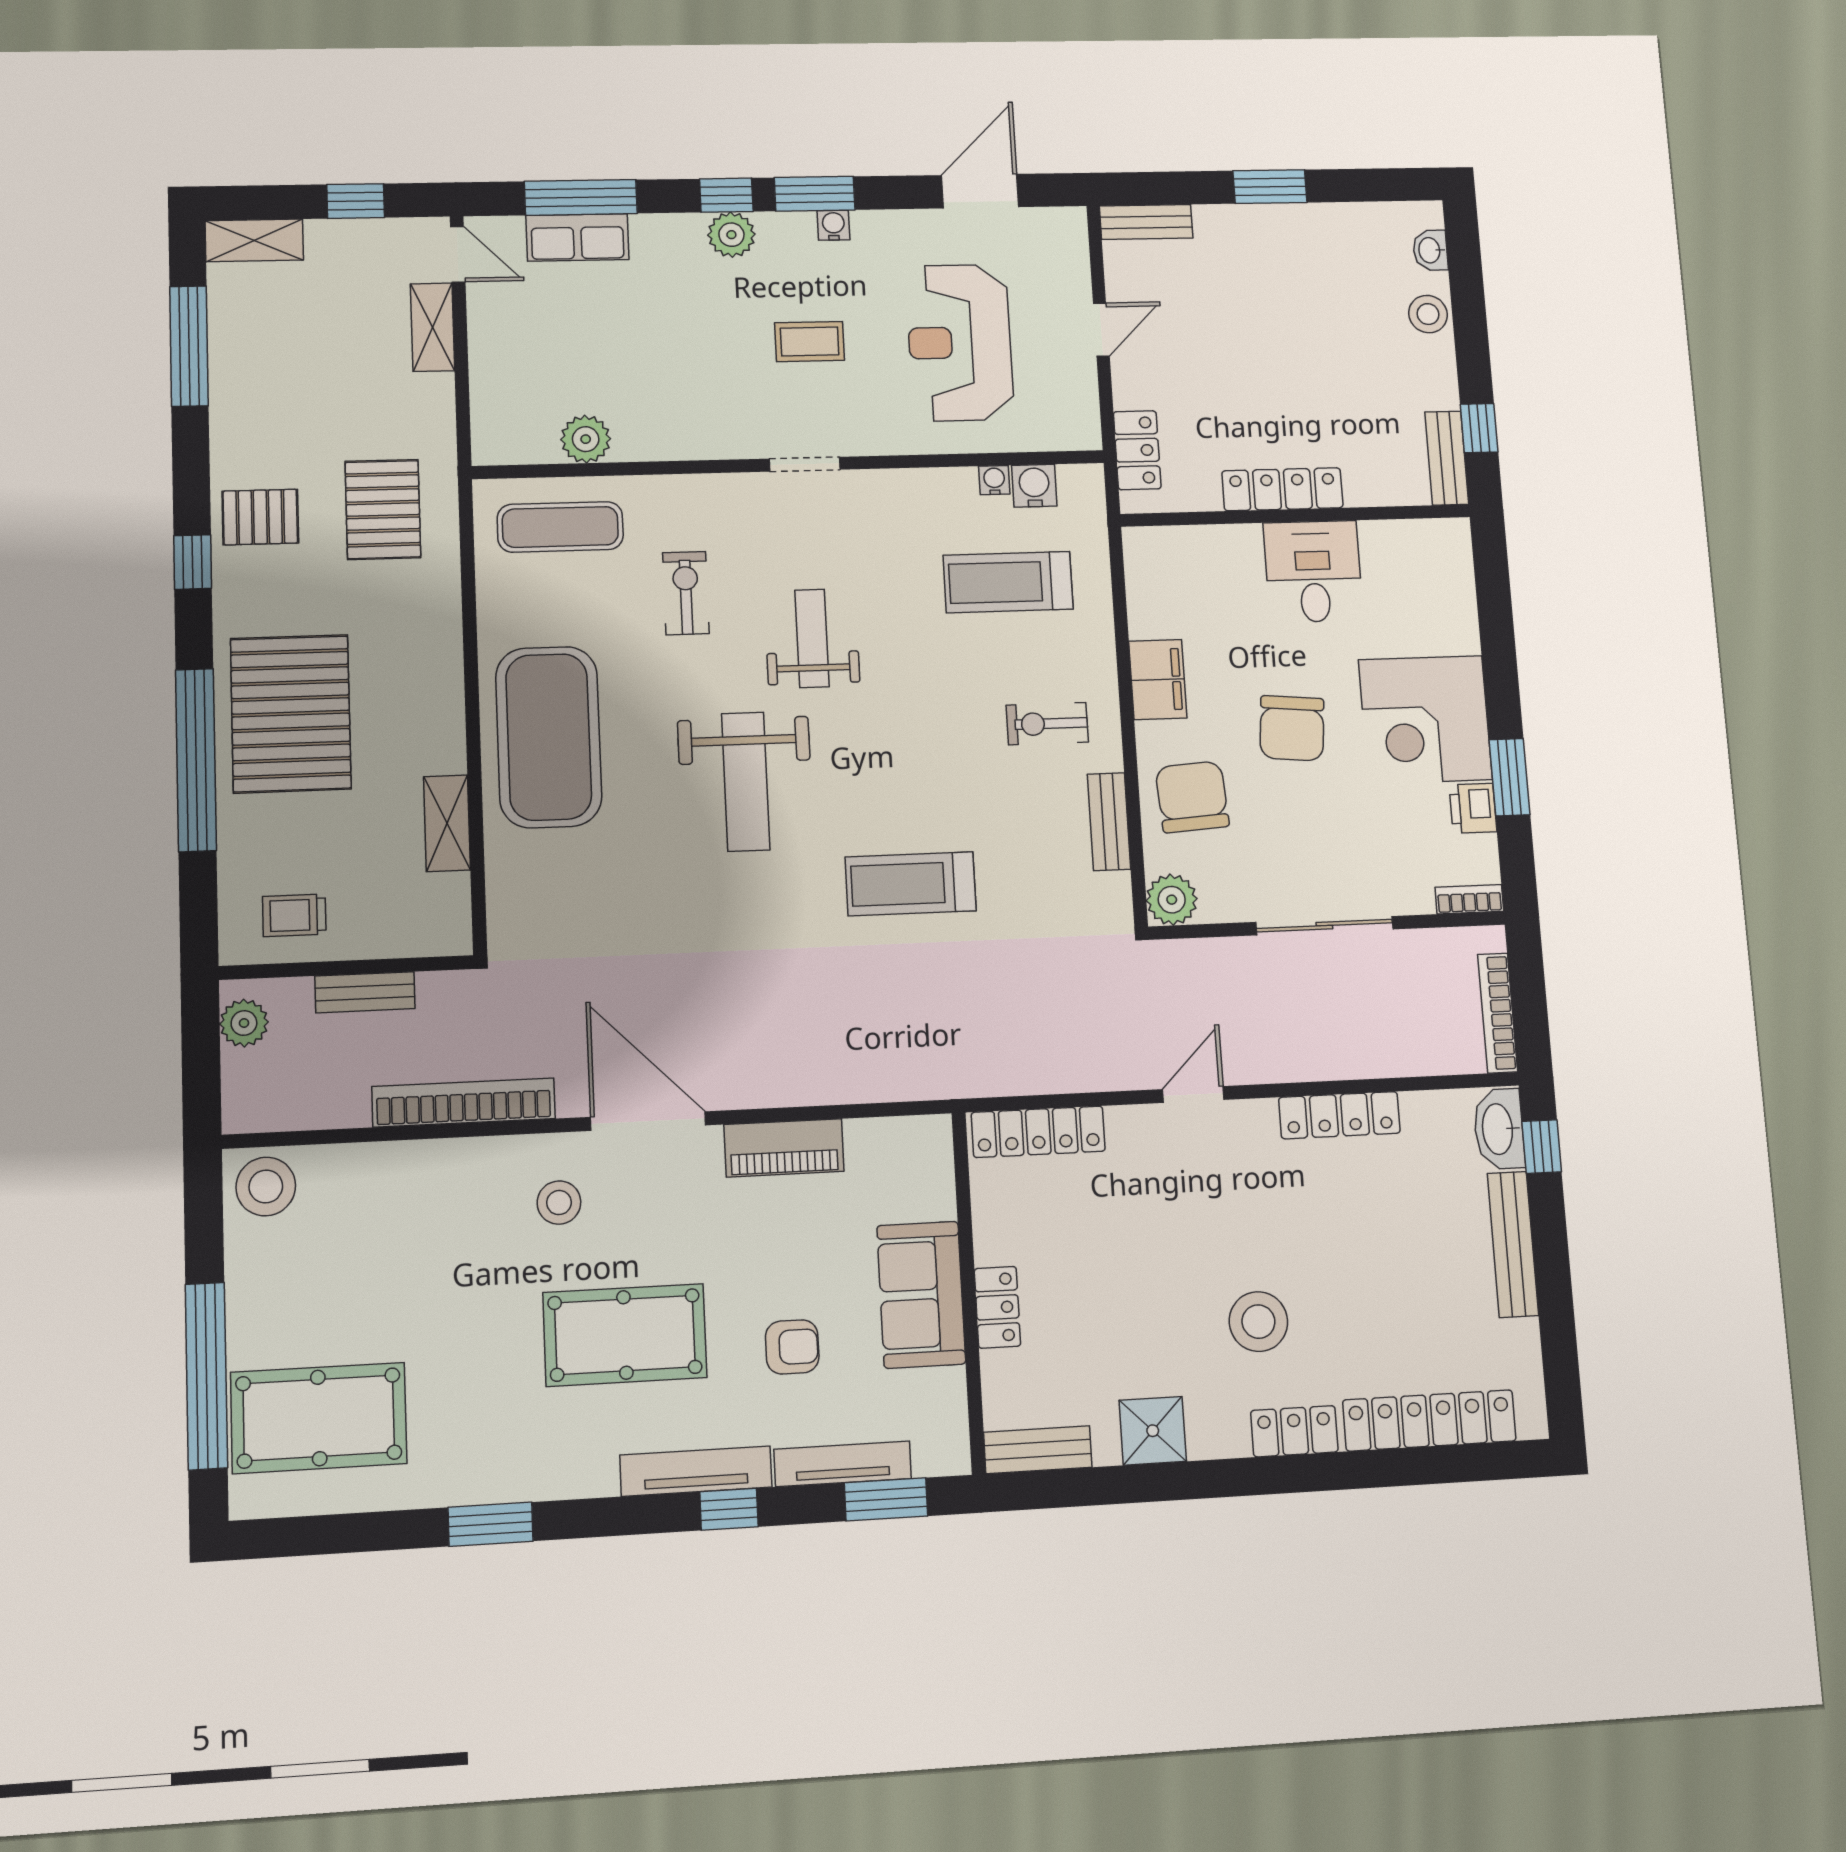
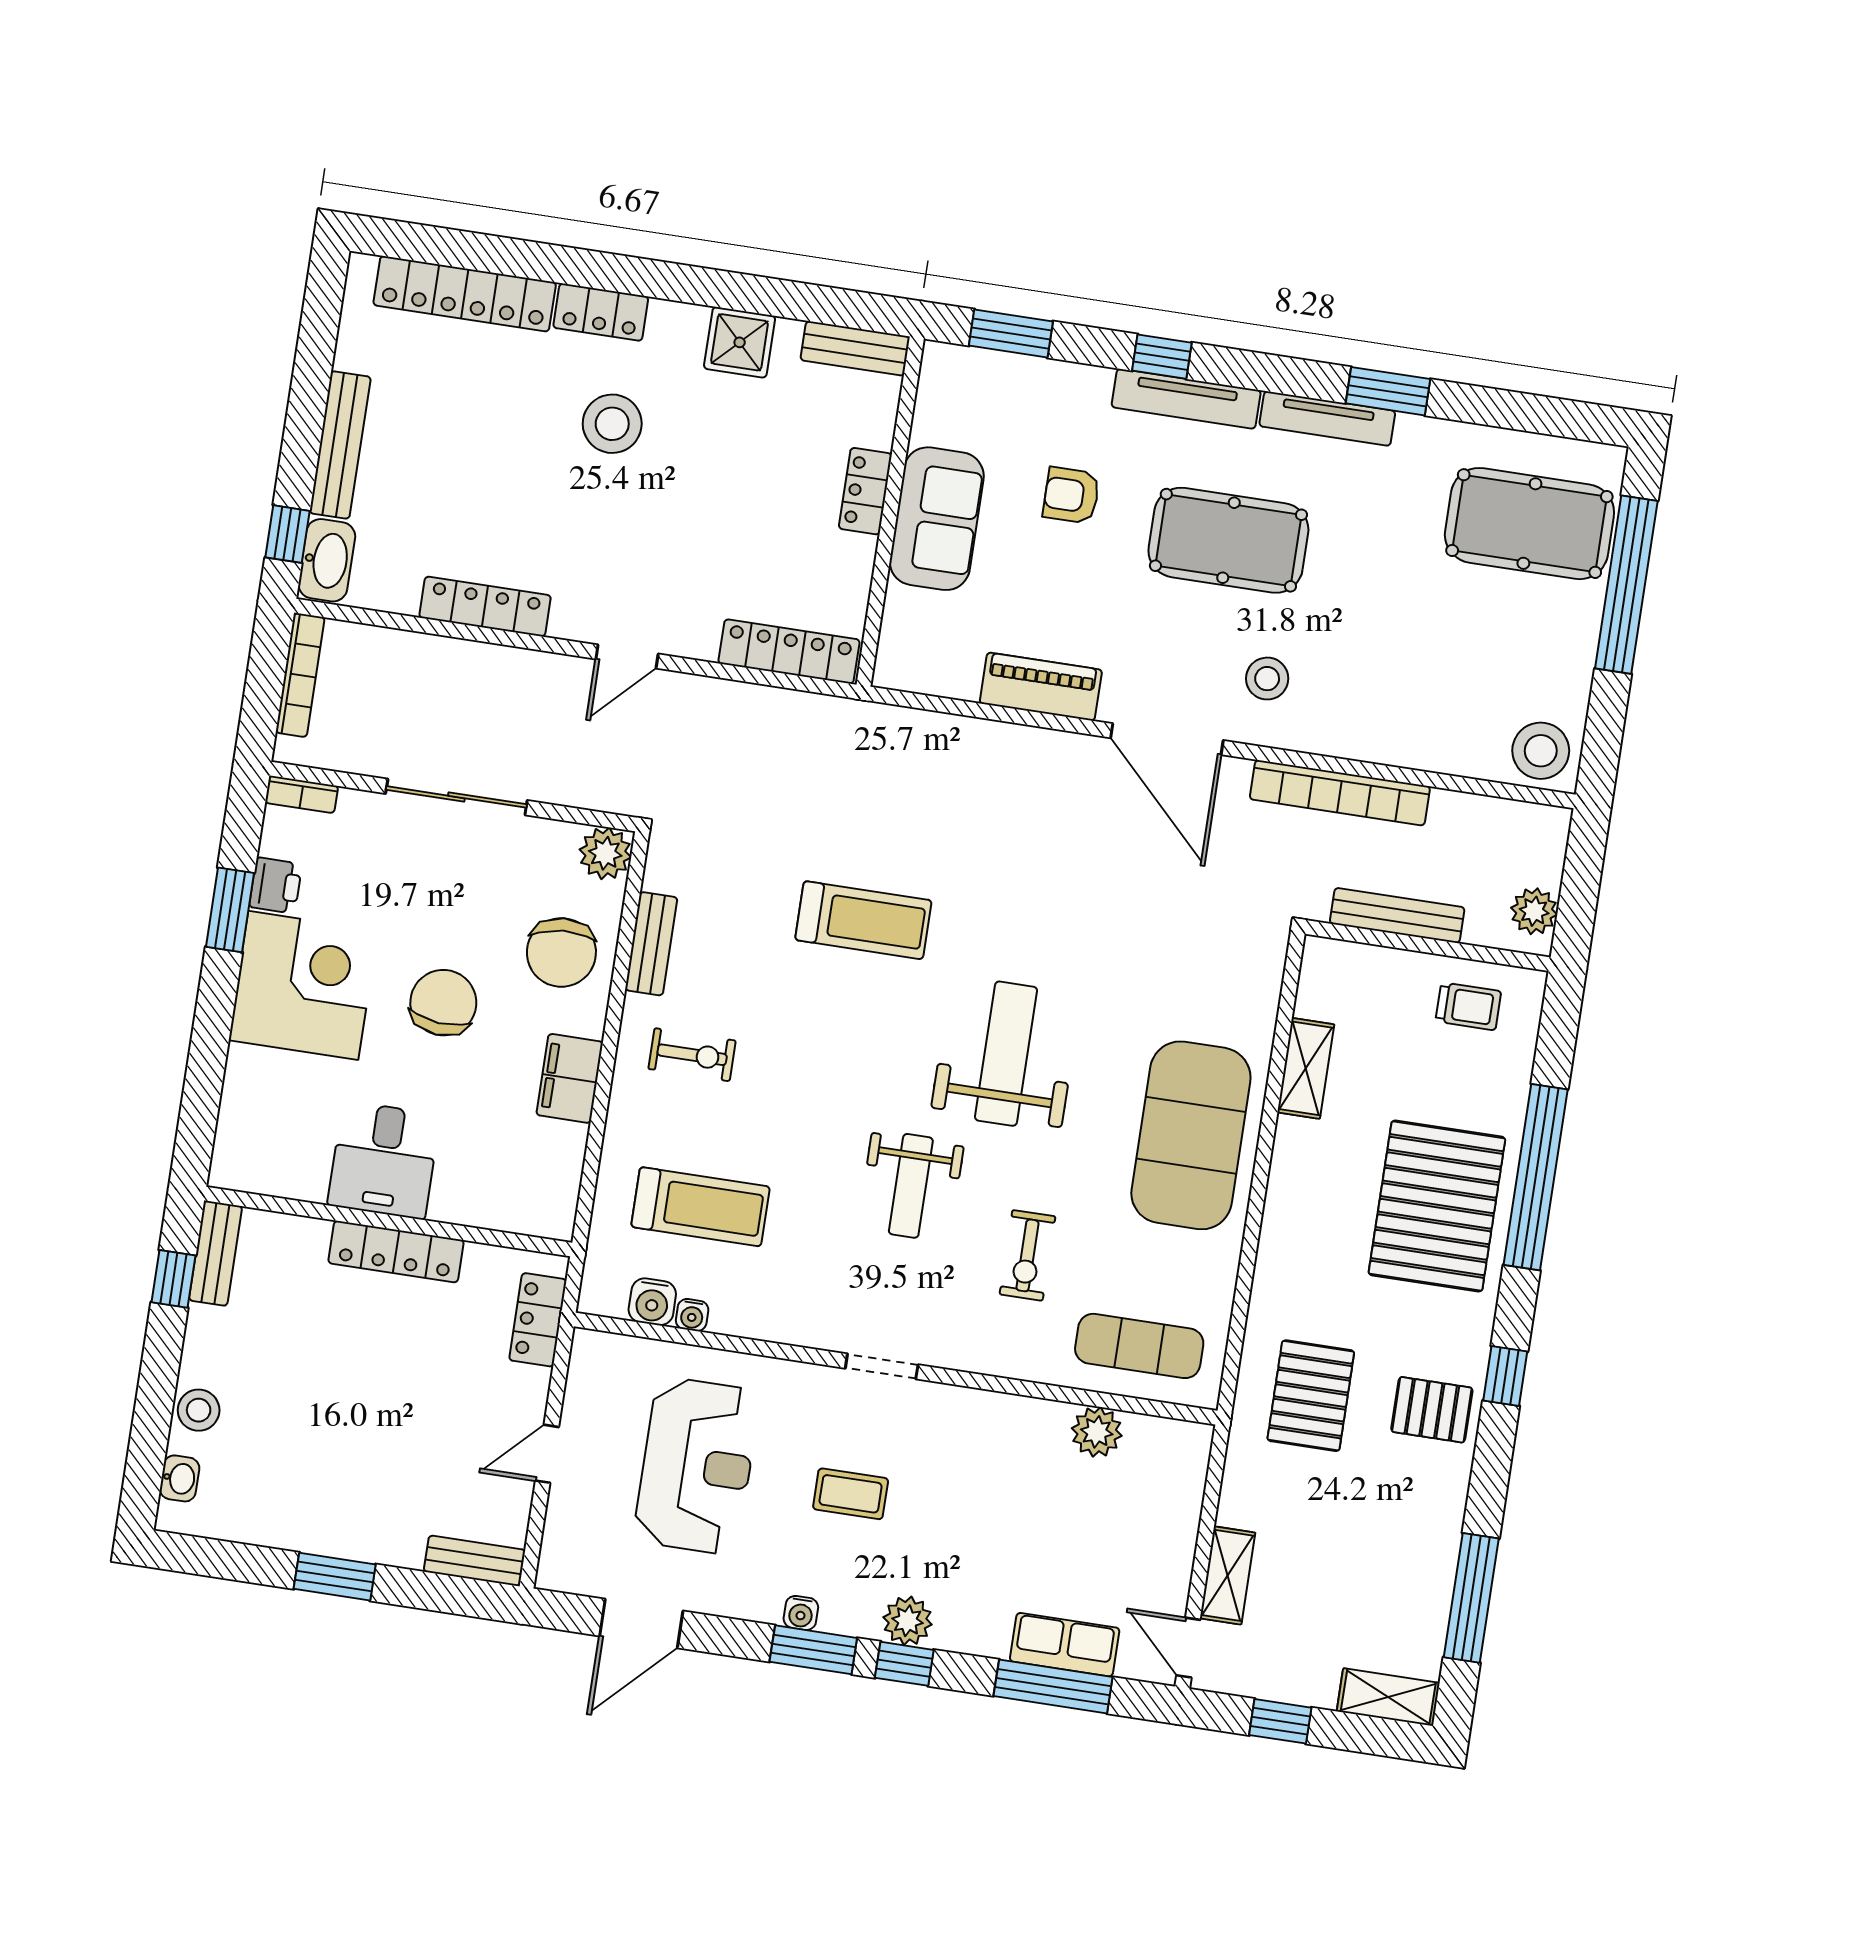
bench: (365, 992) -> (1397, 915), width x1.36
tv unit: (843, 1464) -> (1327, 419), moved

